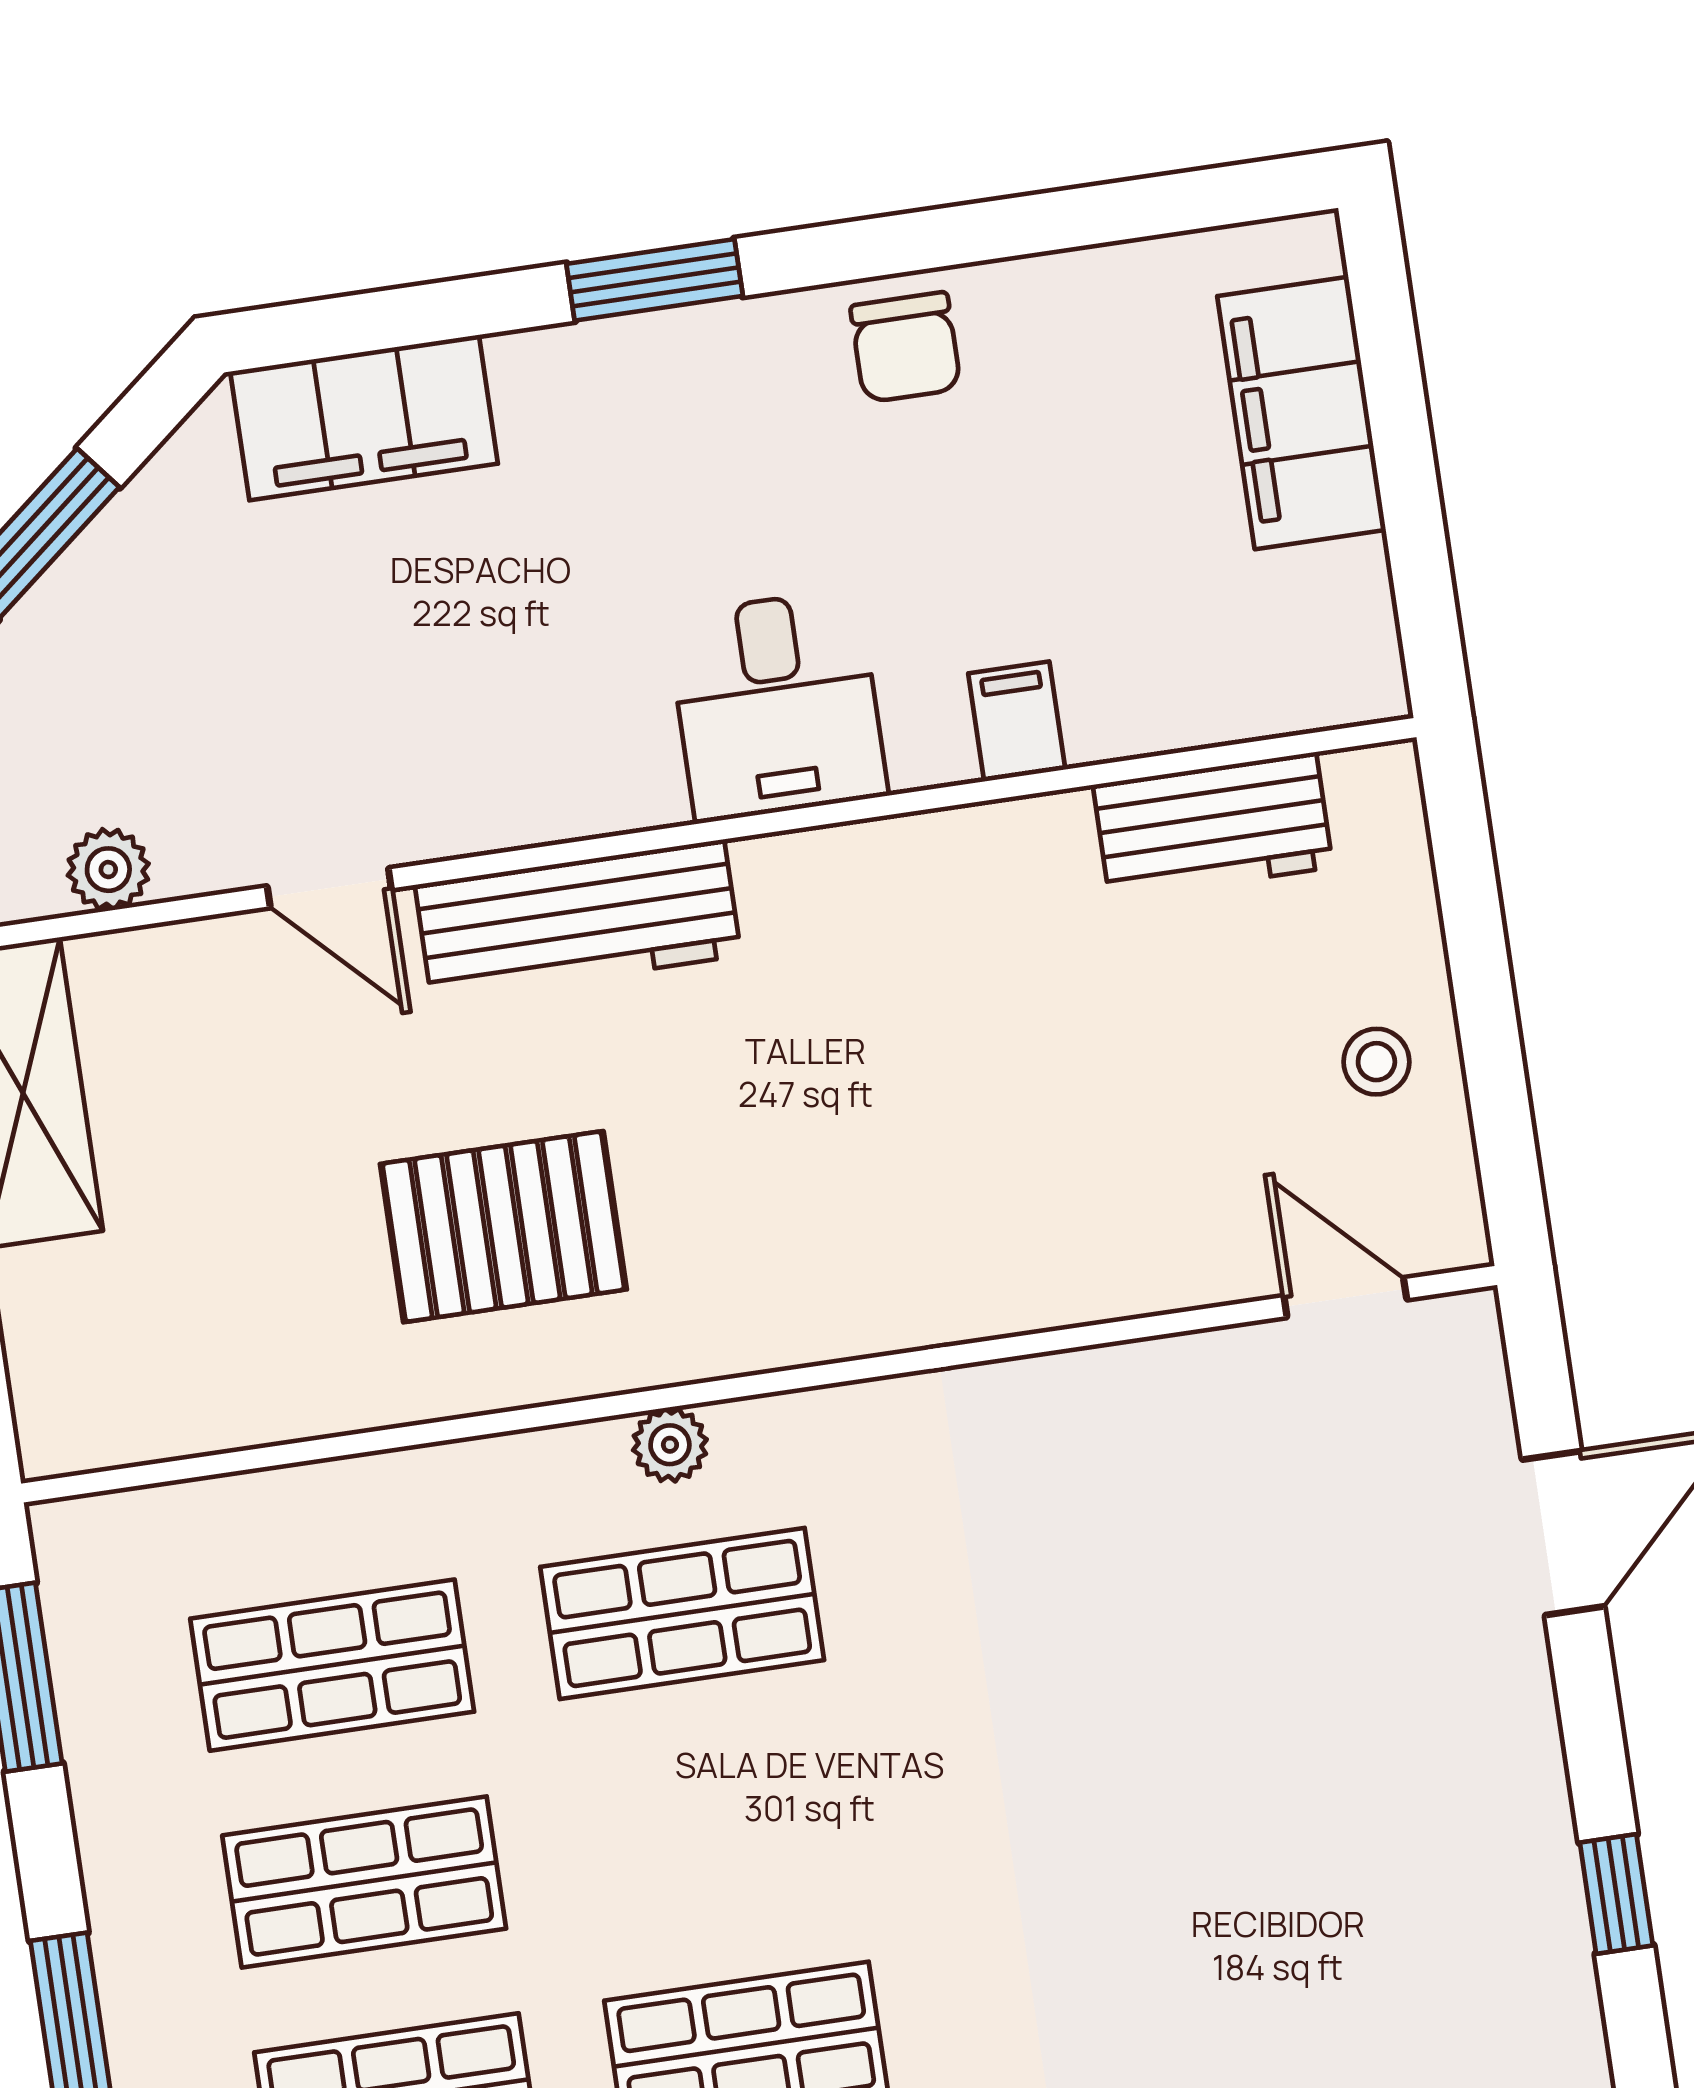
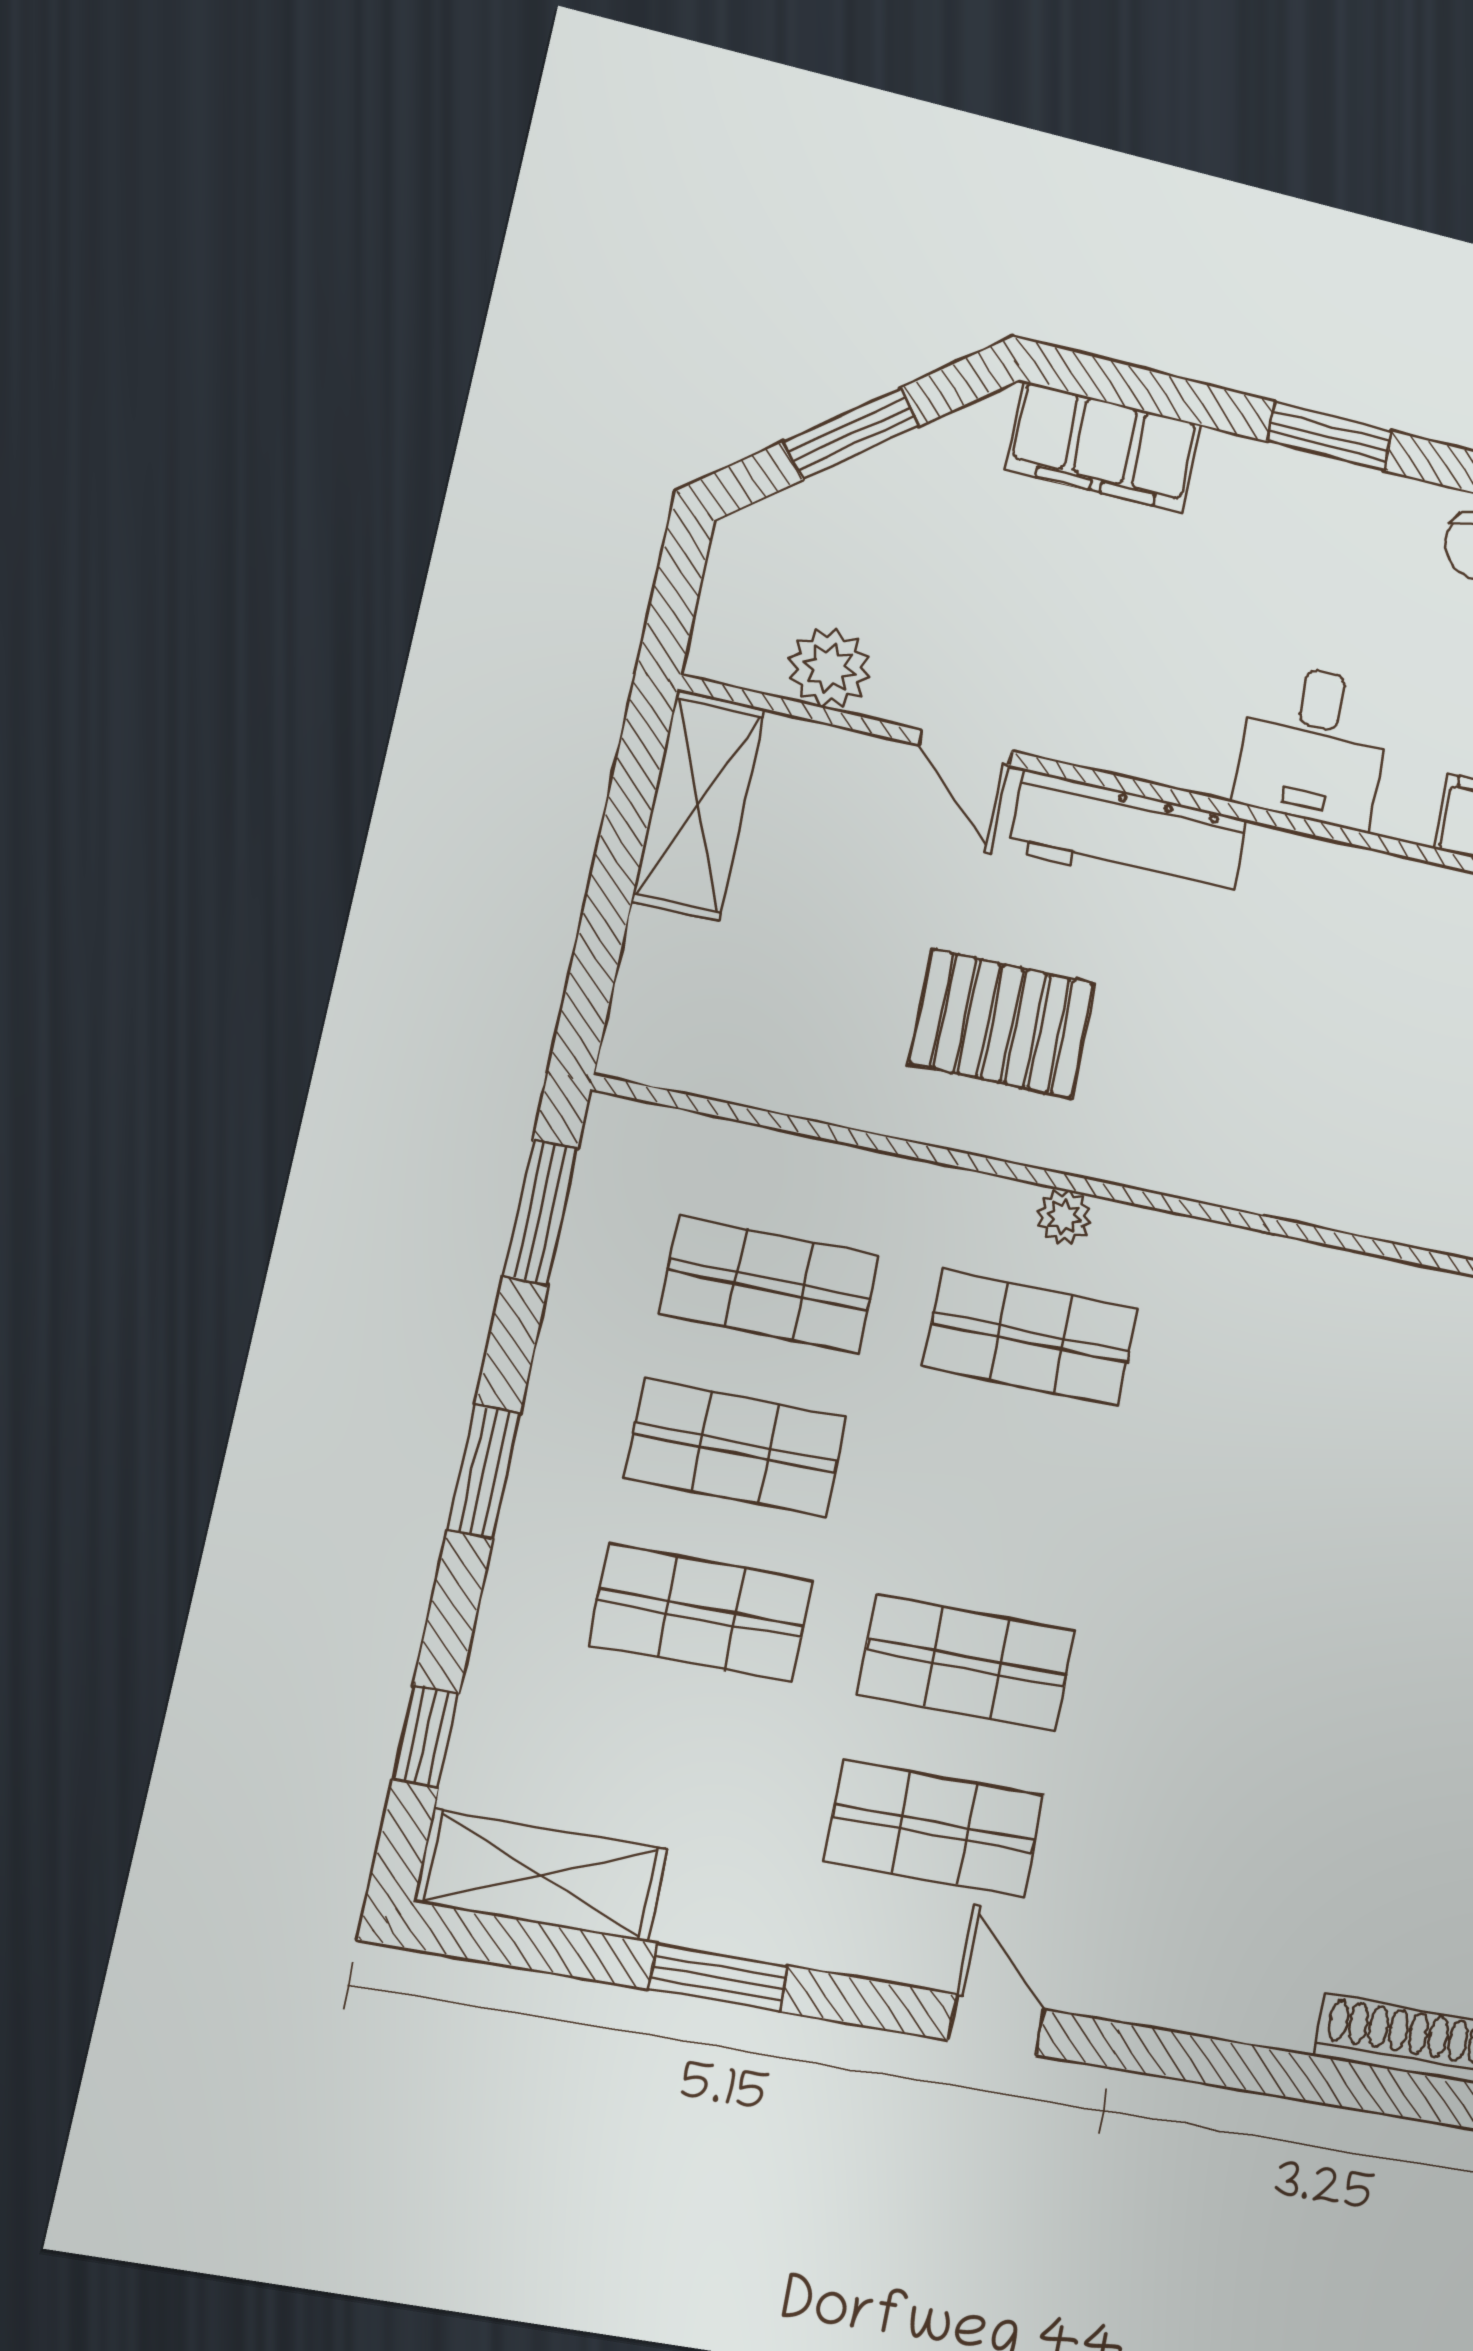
plant: (108, 870) -> (829, 668), width x1.38, depth x1.38

